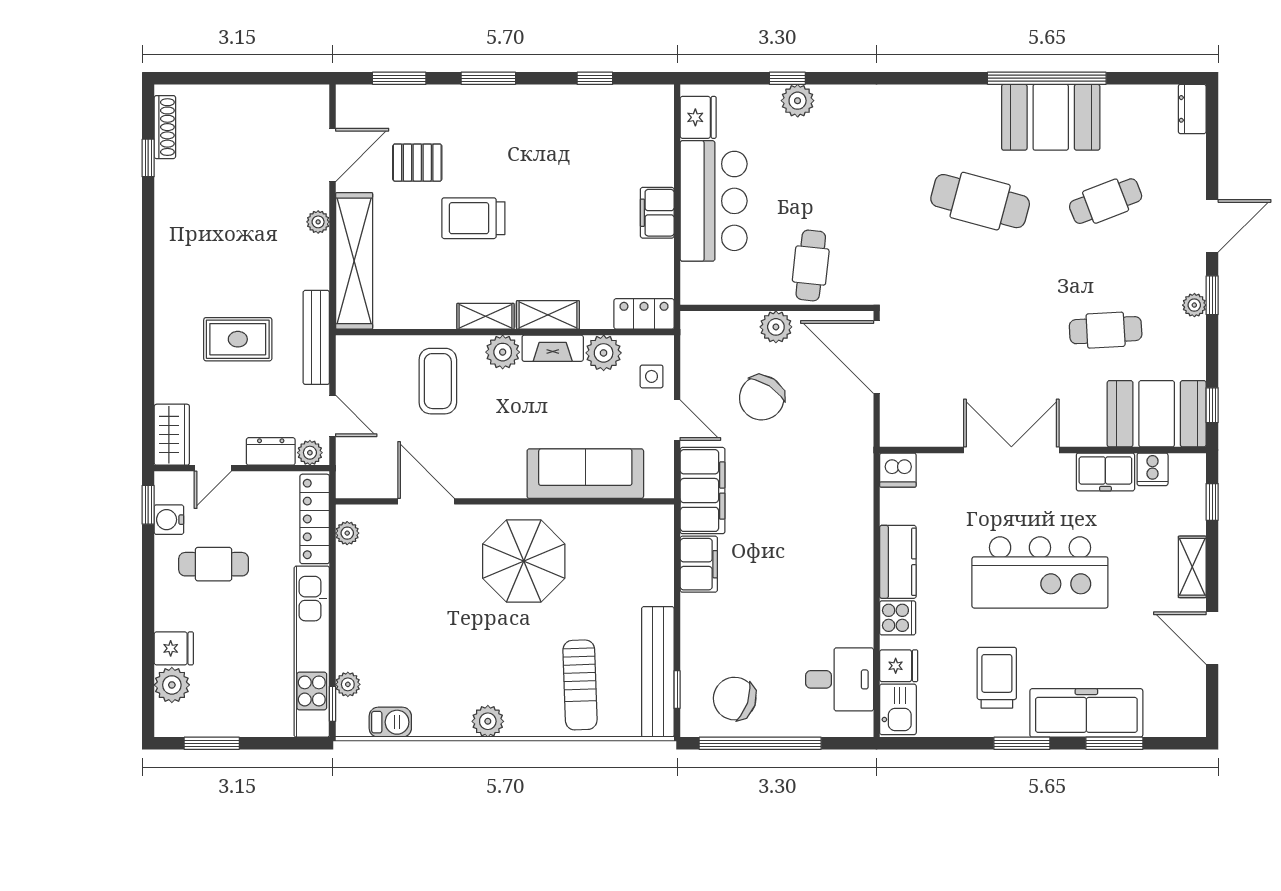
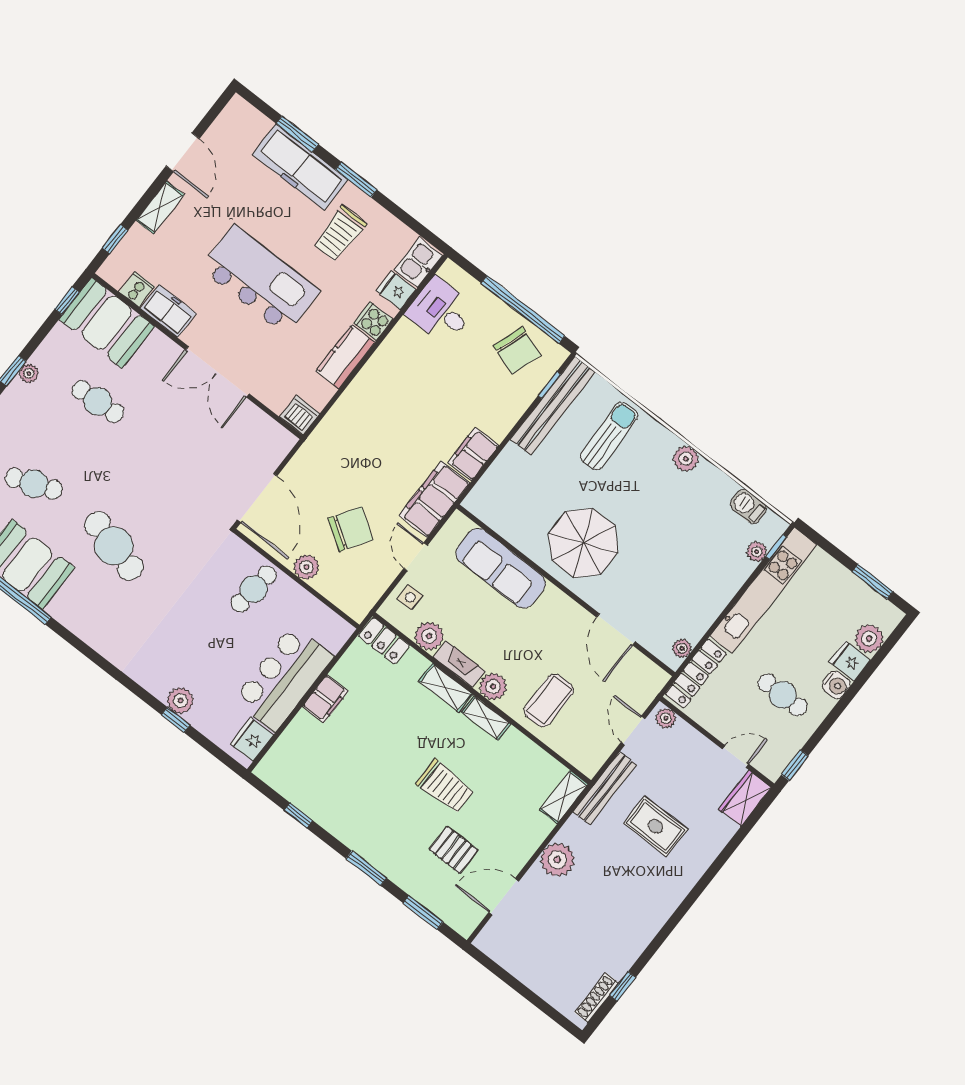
plant: (318, 222) -> (557, 860), width x1.88, depth x1.88
shelving: (354, 261) -> (564, 797), width x0.45, depth x0.75
dresser: (271, 451) -> (690, 738), removed
water cooler: (169, 520) -> (836, 685), moved

